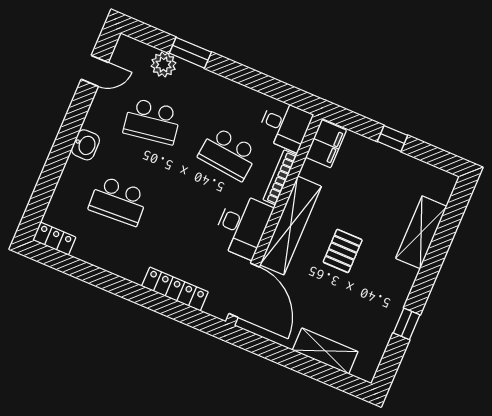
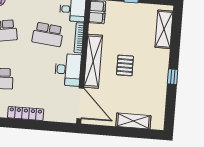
shelving: (421, 232) -> (164, 29), moved
locker: (175, 289) -> (26, 113), moved
window: (407, 324) -> (173, 77), moved

